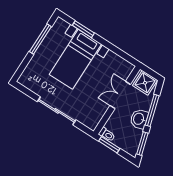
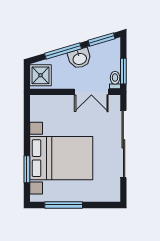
bed with nightstands: (75, 59) -> (61, 158), width x1.36
double door: (120, 95) -> (91, 92), moved
sliding door: (57, 111) -> (123, 144), width x1.36

